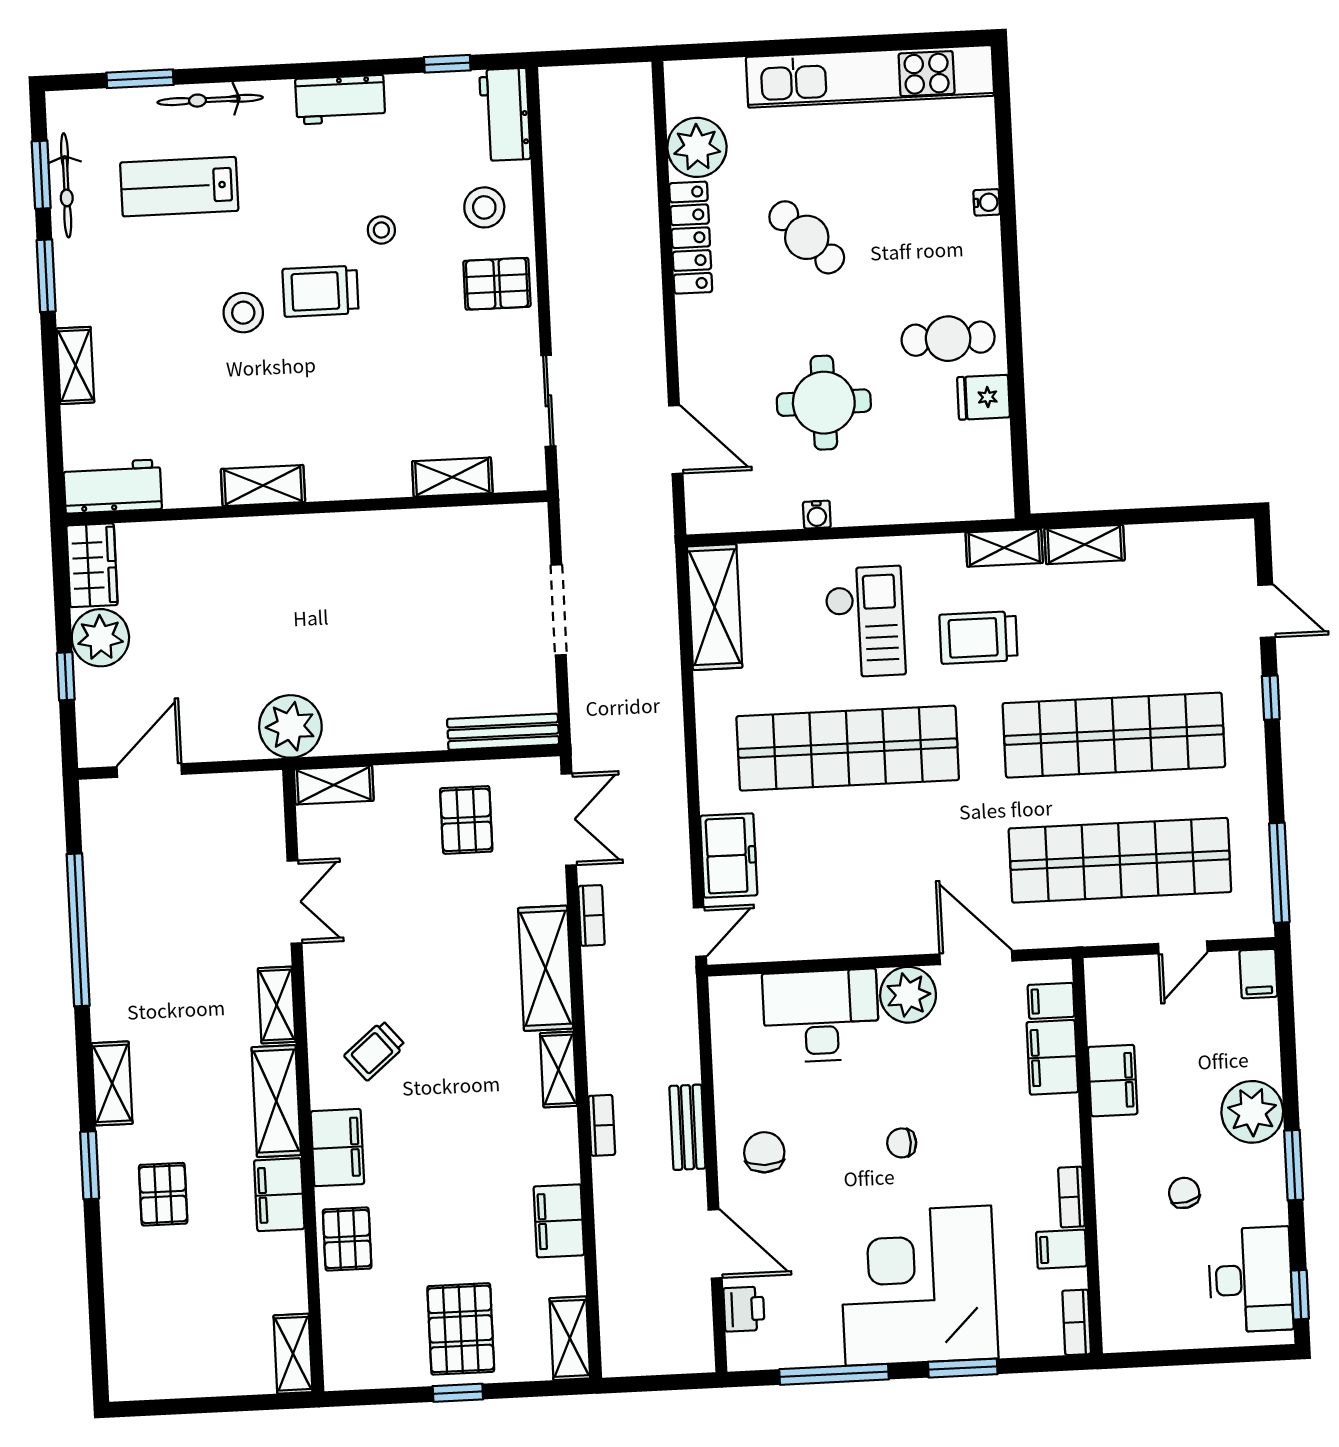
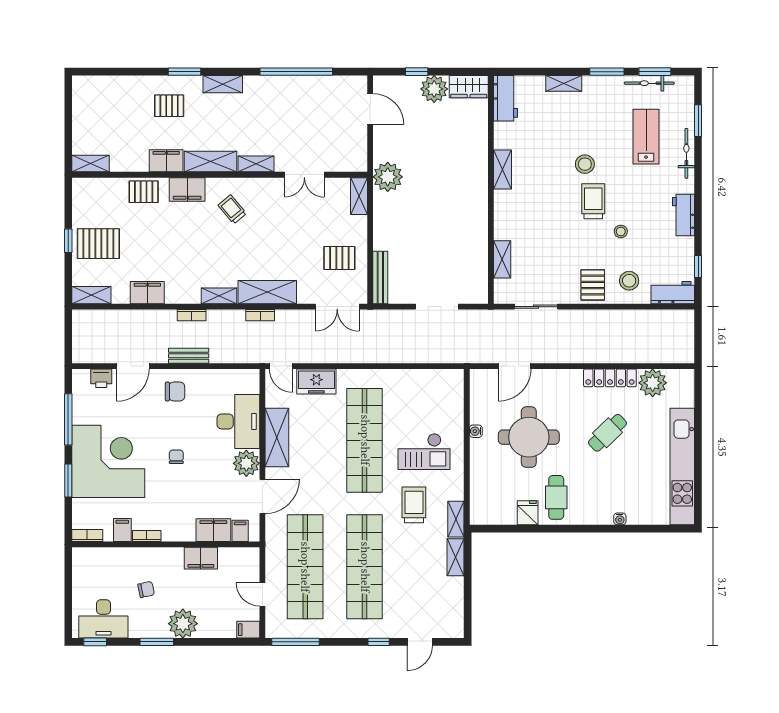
round table: (824, 403) -> (529, 437), width x1.36, depth x1.36
shelving: (715, 607) -> (277, 437), moved, turned 90
bookcase: (591, 915) -> (260, 315), moved

